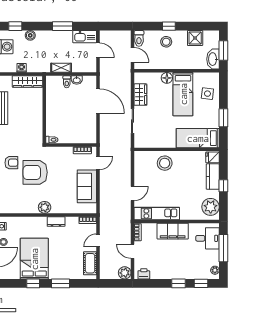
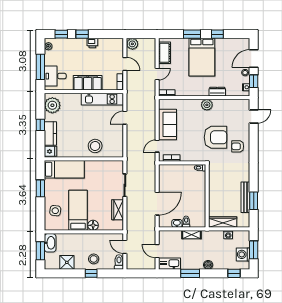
boiler: (30, 35) -> (208, 265), moved
door: (98, 101) -> (157, 204), swing flipped
dresser: (56, 222) -> (217, 92), moved
bed: (34, 259) -> (202, 57), moved
printer: (144, 274) -> (92, 43), moved

